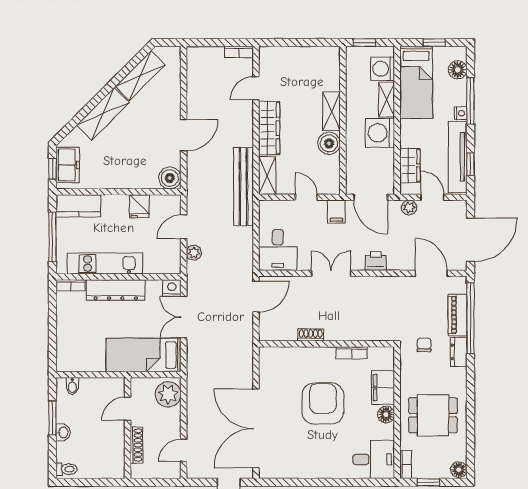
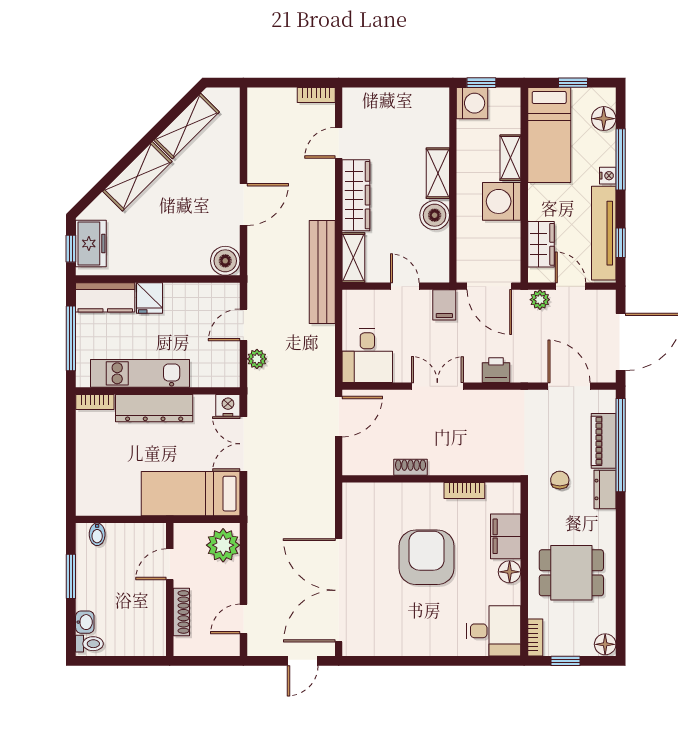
washing machine: (383, 69) -> (472, 103), moved, turned 180
fridge: (139, 206) -> (149, 298), moved
washbasin: (63, 432) -> (85, 622), moved

